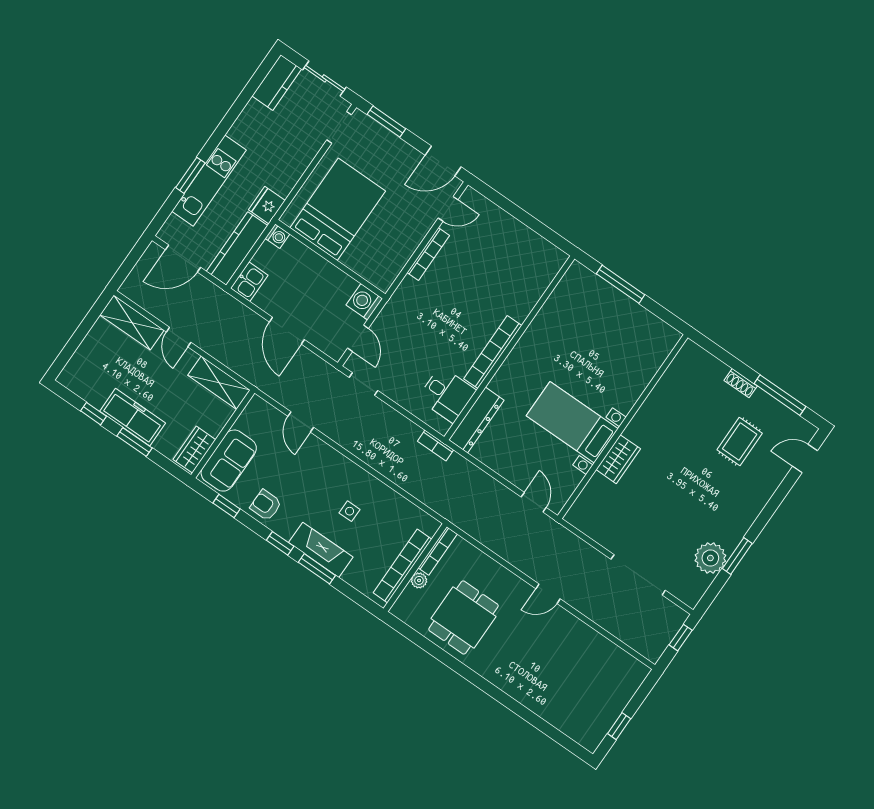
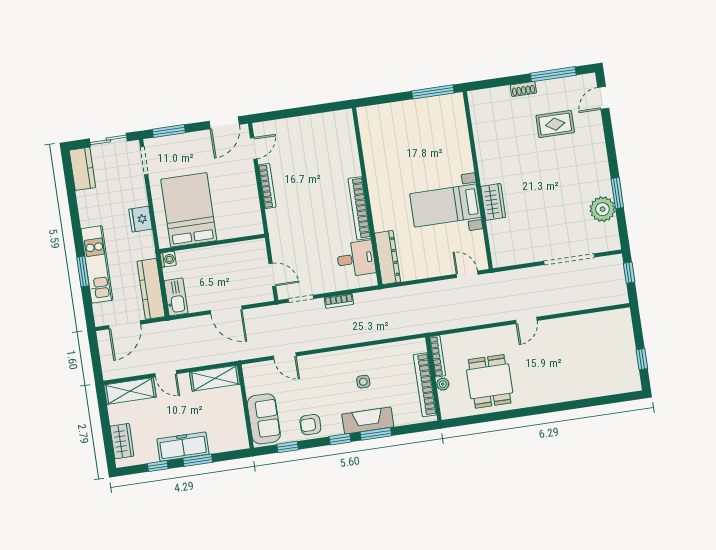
fridge: (267, 205) -> (141, 219), moved
kitchen sink: (249, 282) -> (176, 297), width x1.38
window: (621, 284) -> (433, 92), moved
washing machine: (364, 302) -> (256, 250), removed
rug: (740, 441) -> (555, 124), turned 90
bookcase: (436, 446) -> (339, 301), moved
wardrobe: (194, 450) -> (122, 441), moved, turned 180

